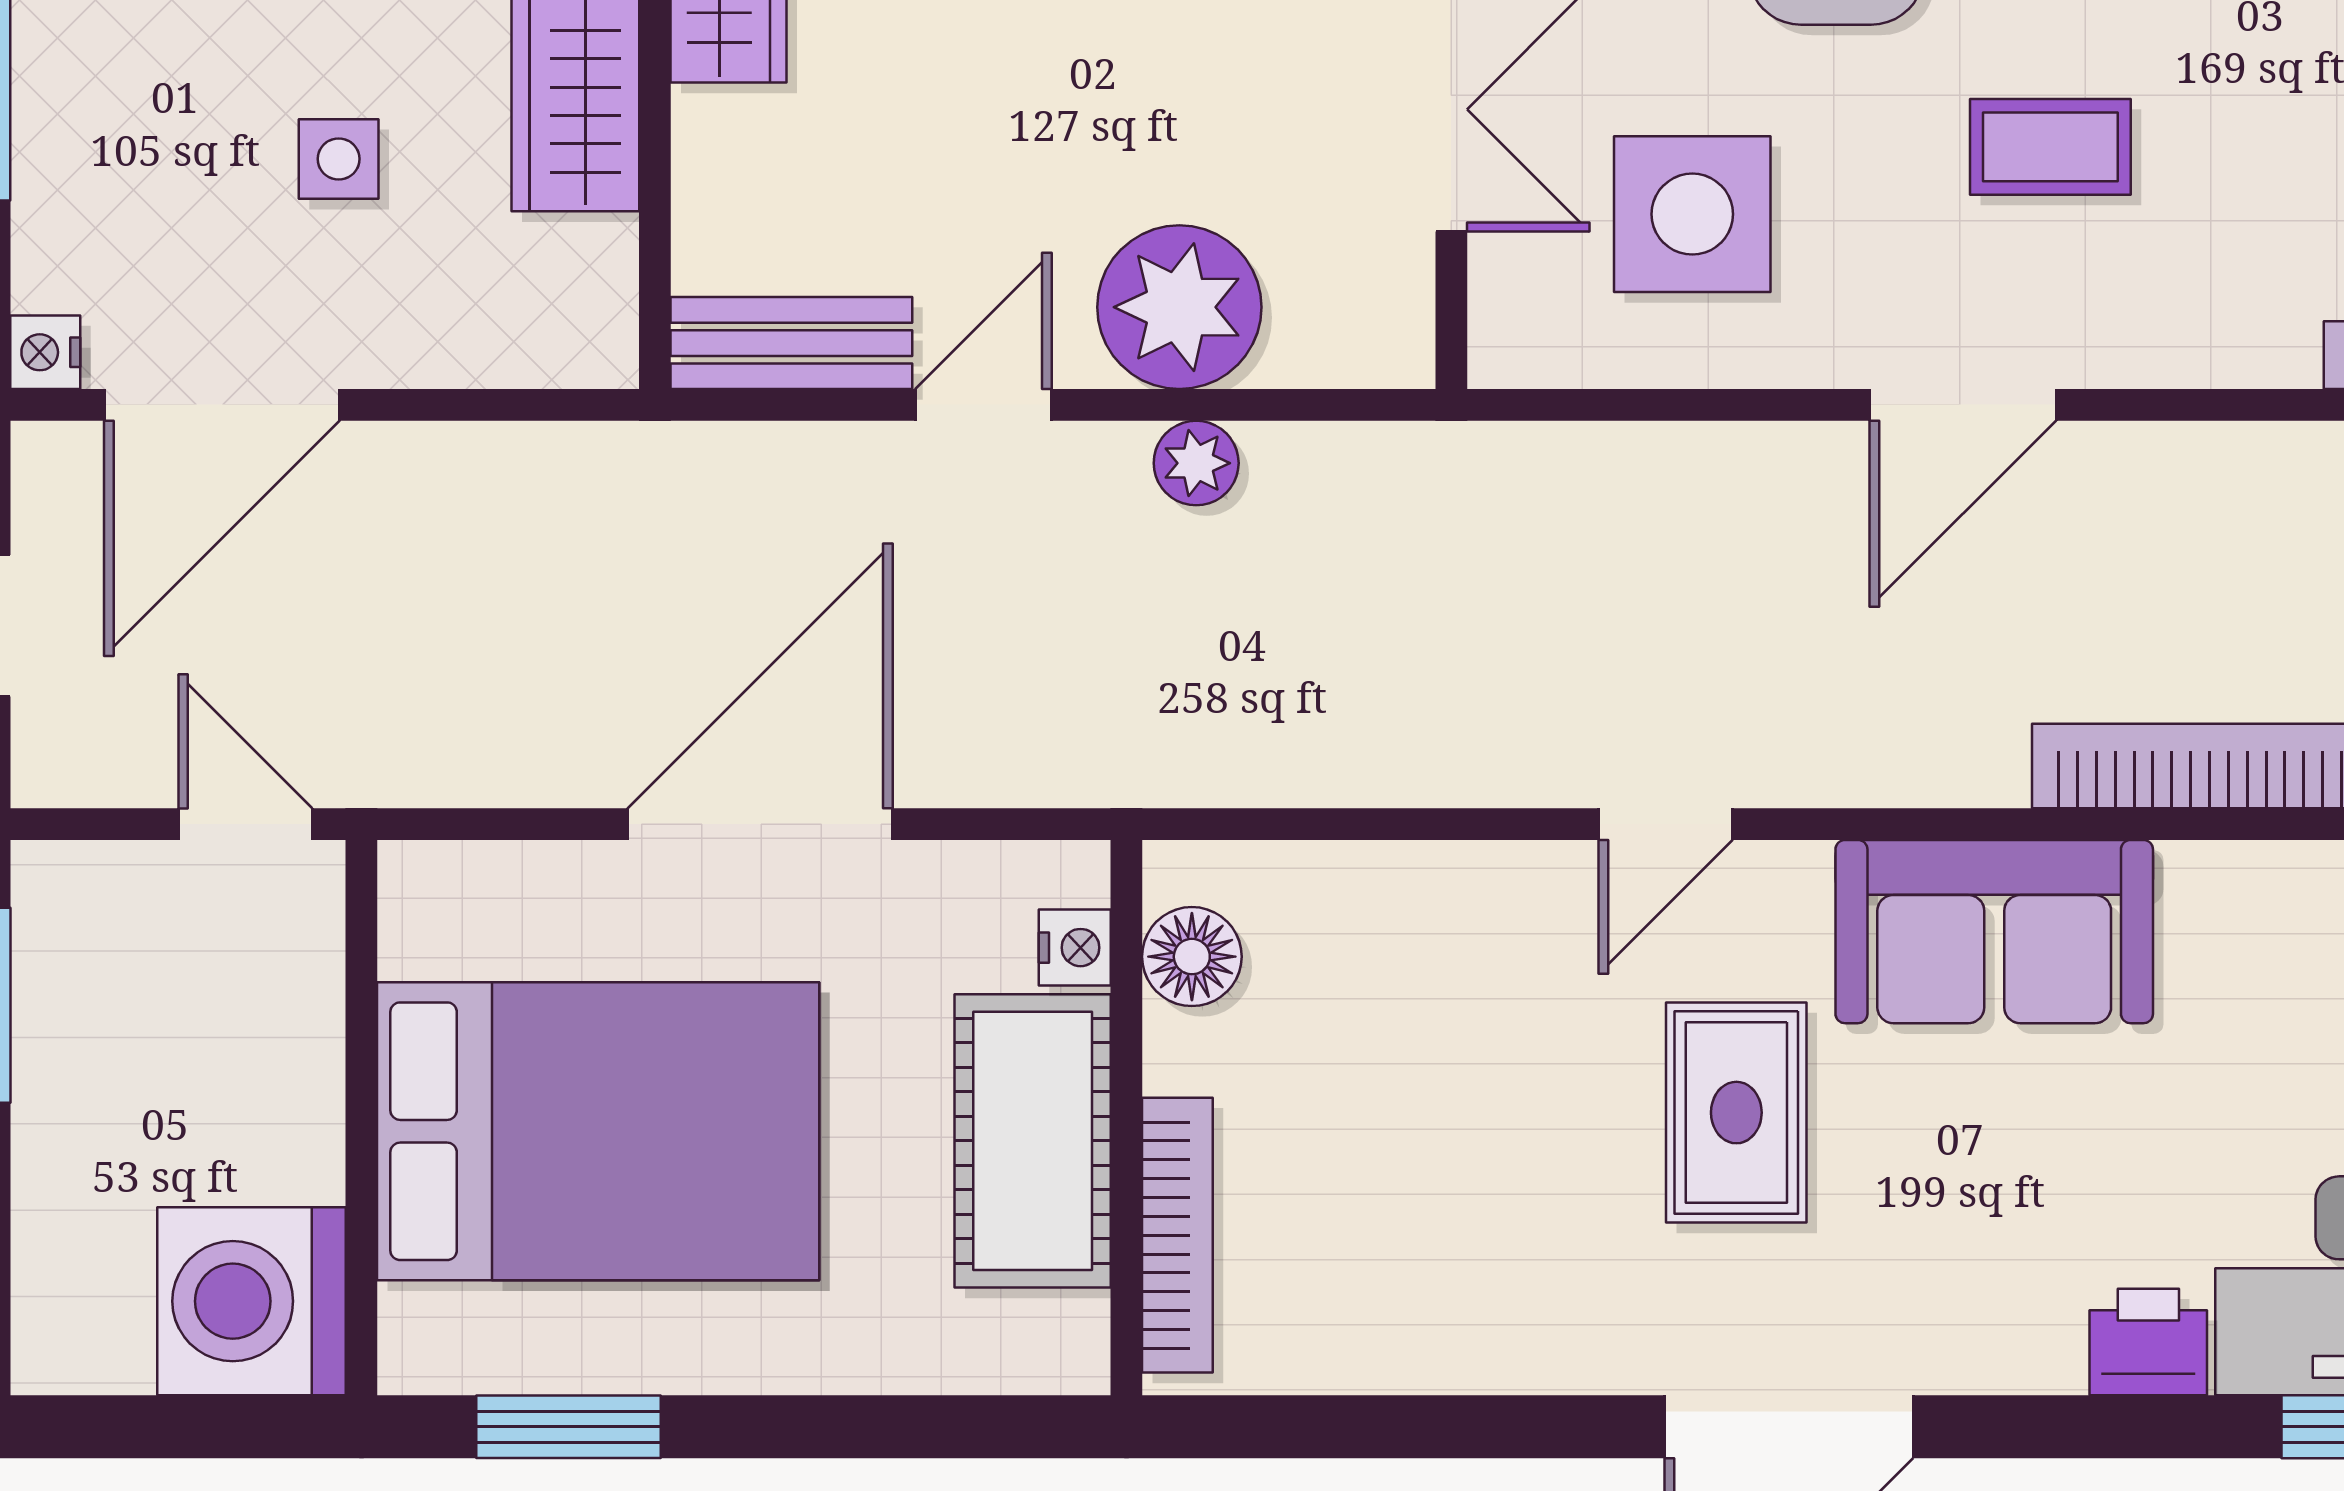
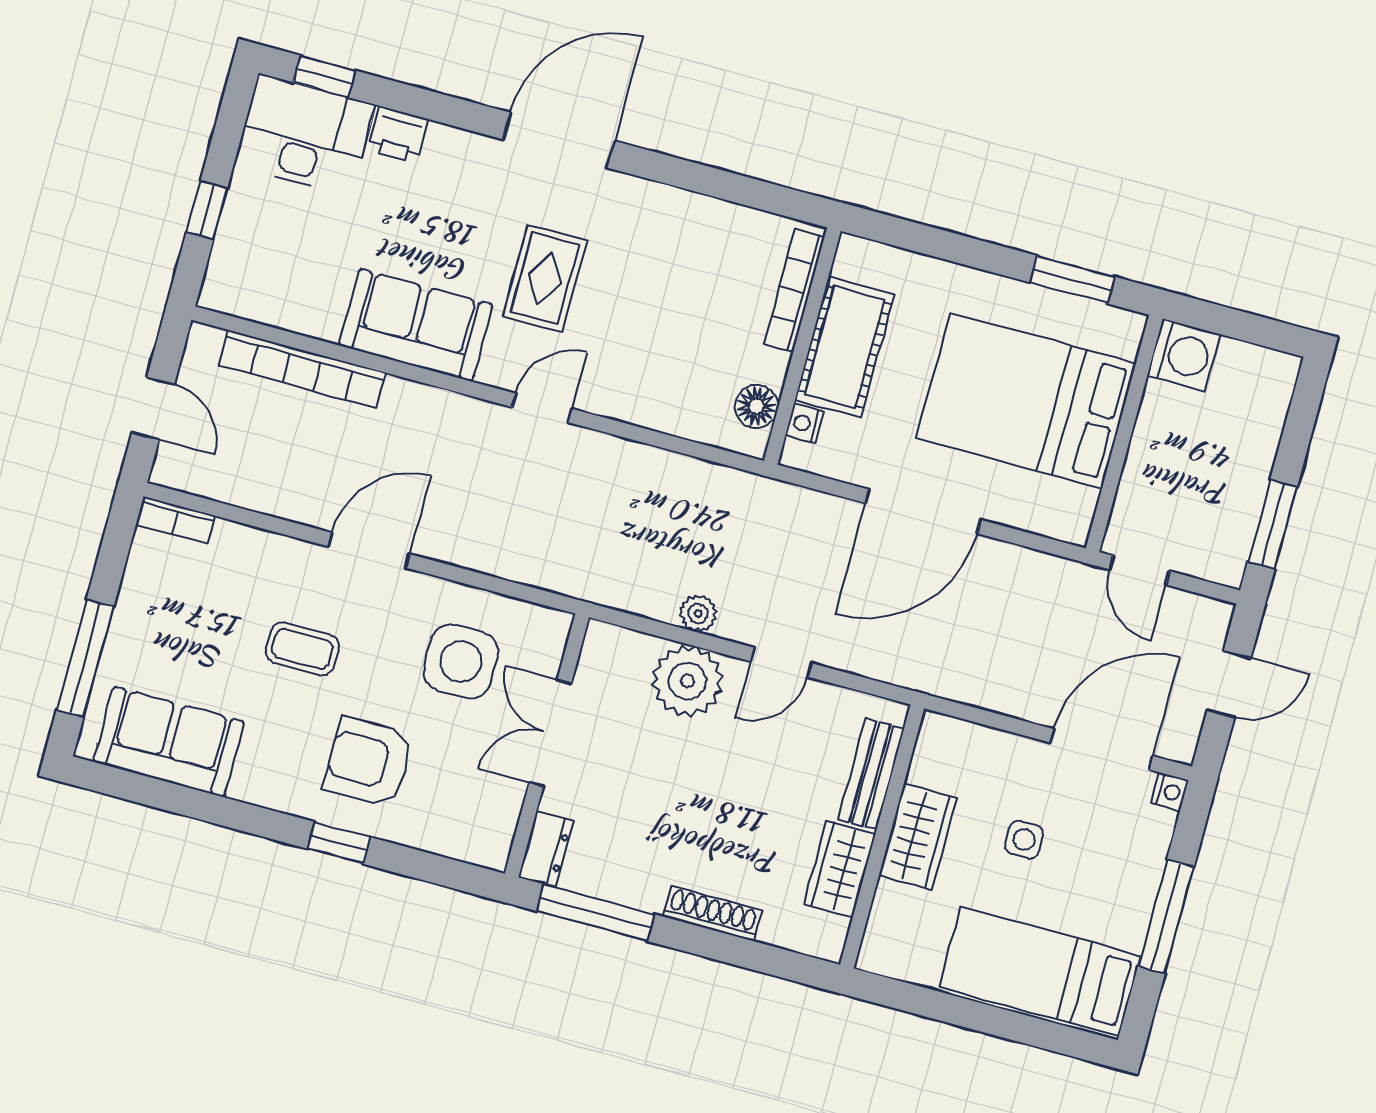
bench: (791, 343) -> (871, 774), moved, turned 90
washing machine: (252, 1301) -> (1184, 355), width x0.73, depth x0.73

